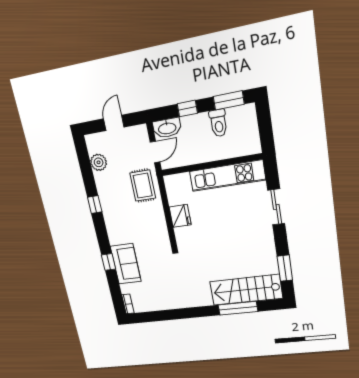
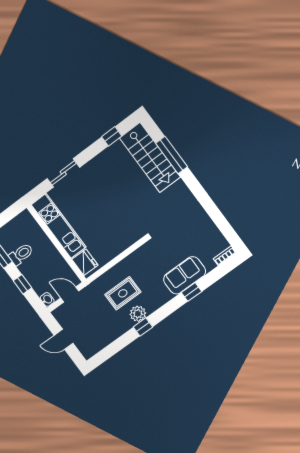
washbasin: (167, 128) -> (47, 299), width x0.52, depth x0.69
plant: (99, 162) -> (138, 314), moved
rug: (143, 186) -> (123, 293), moved
fridge: (180, 216) -> (85, 262), moved, turned 90
window: (285, 268) -> (112, 136), width x0.67

